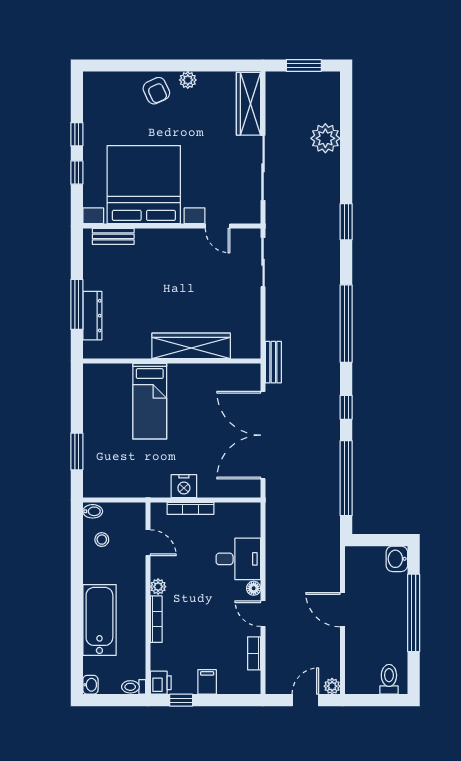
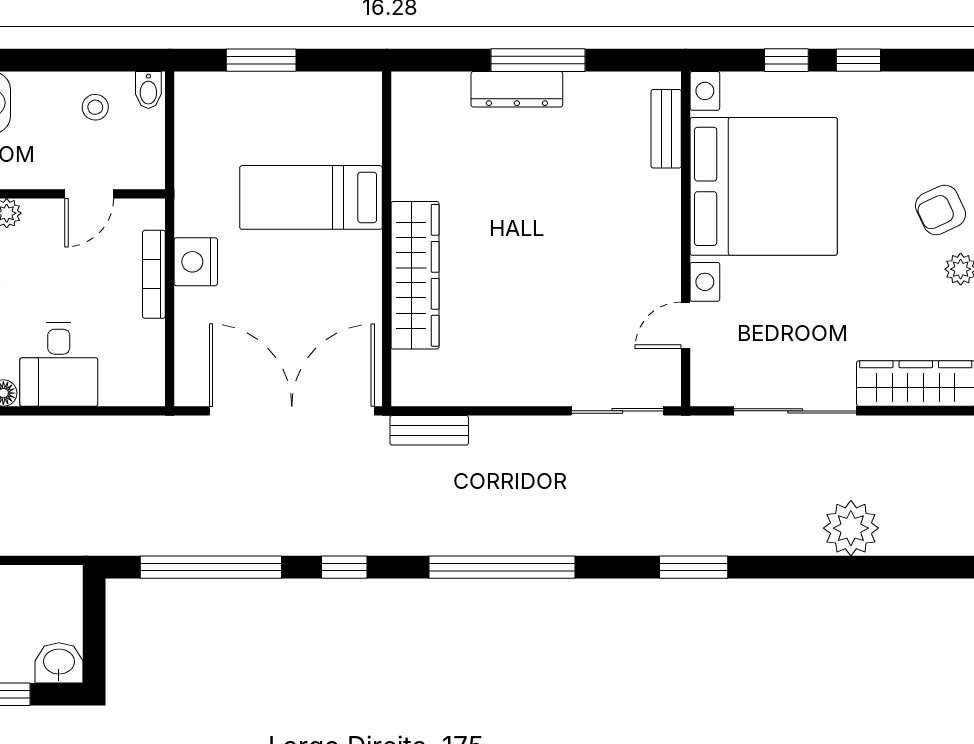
wardrobe: (191, 346) -> (415, 275), moved
wall: (172, 361) -> (387, 239), moved
bed: (150, 401) -> (311, 197), moved

